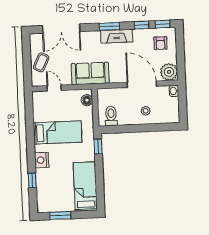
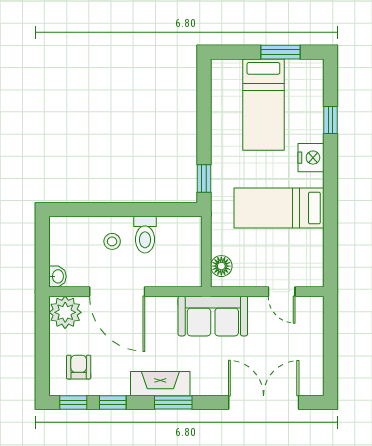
coffee table: (41, 62) -> (304, 341), removed
toilet: (111, 116) -> (145, 235), moved
bed: (85, 186) -> (263, 105), moved

